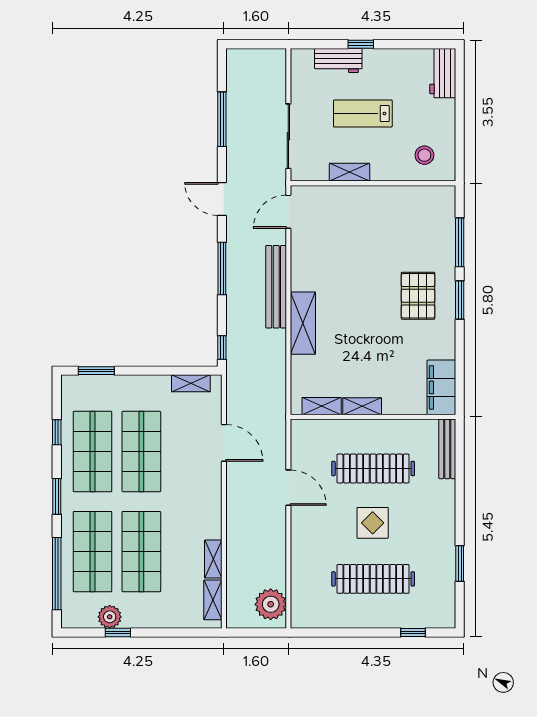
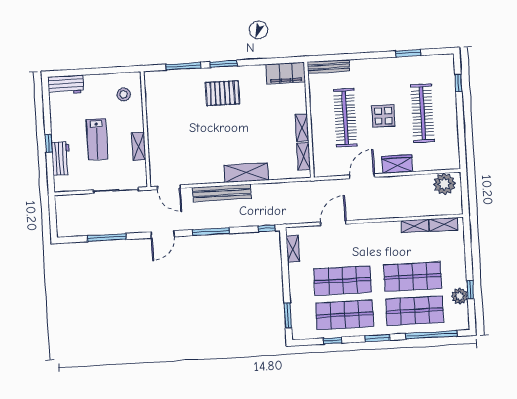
wardrobe: (303, 538) -> (397, 164), added

